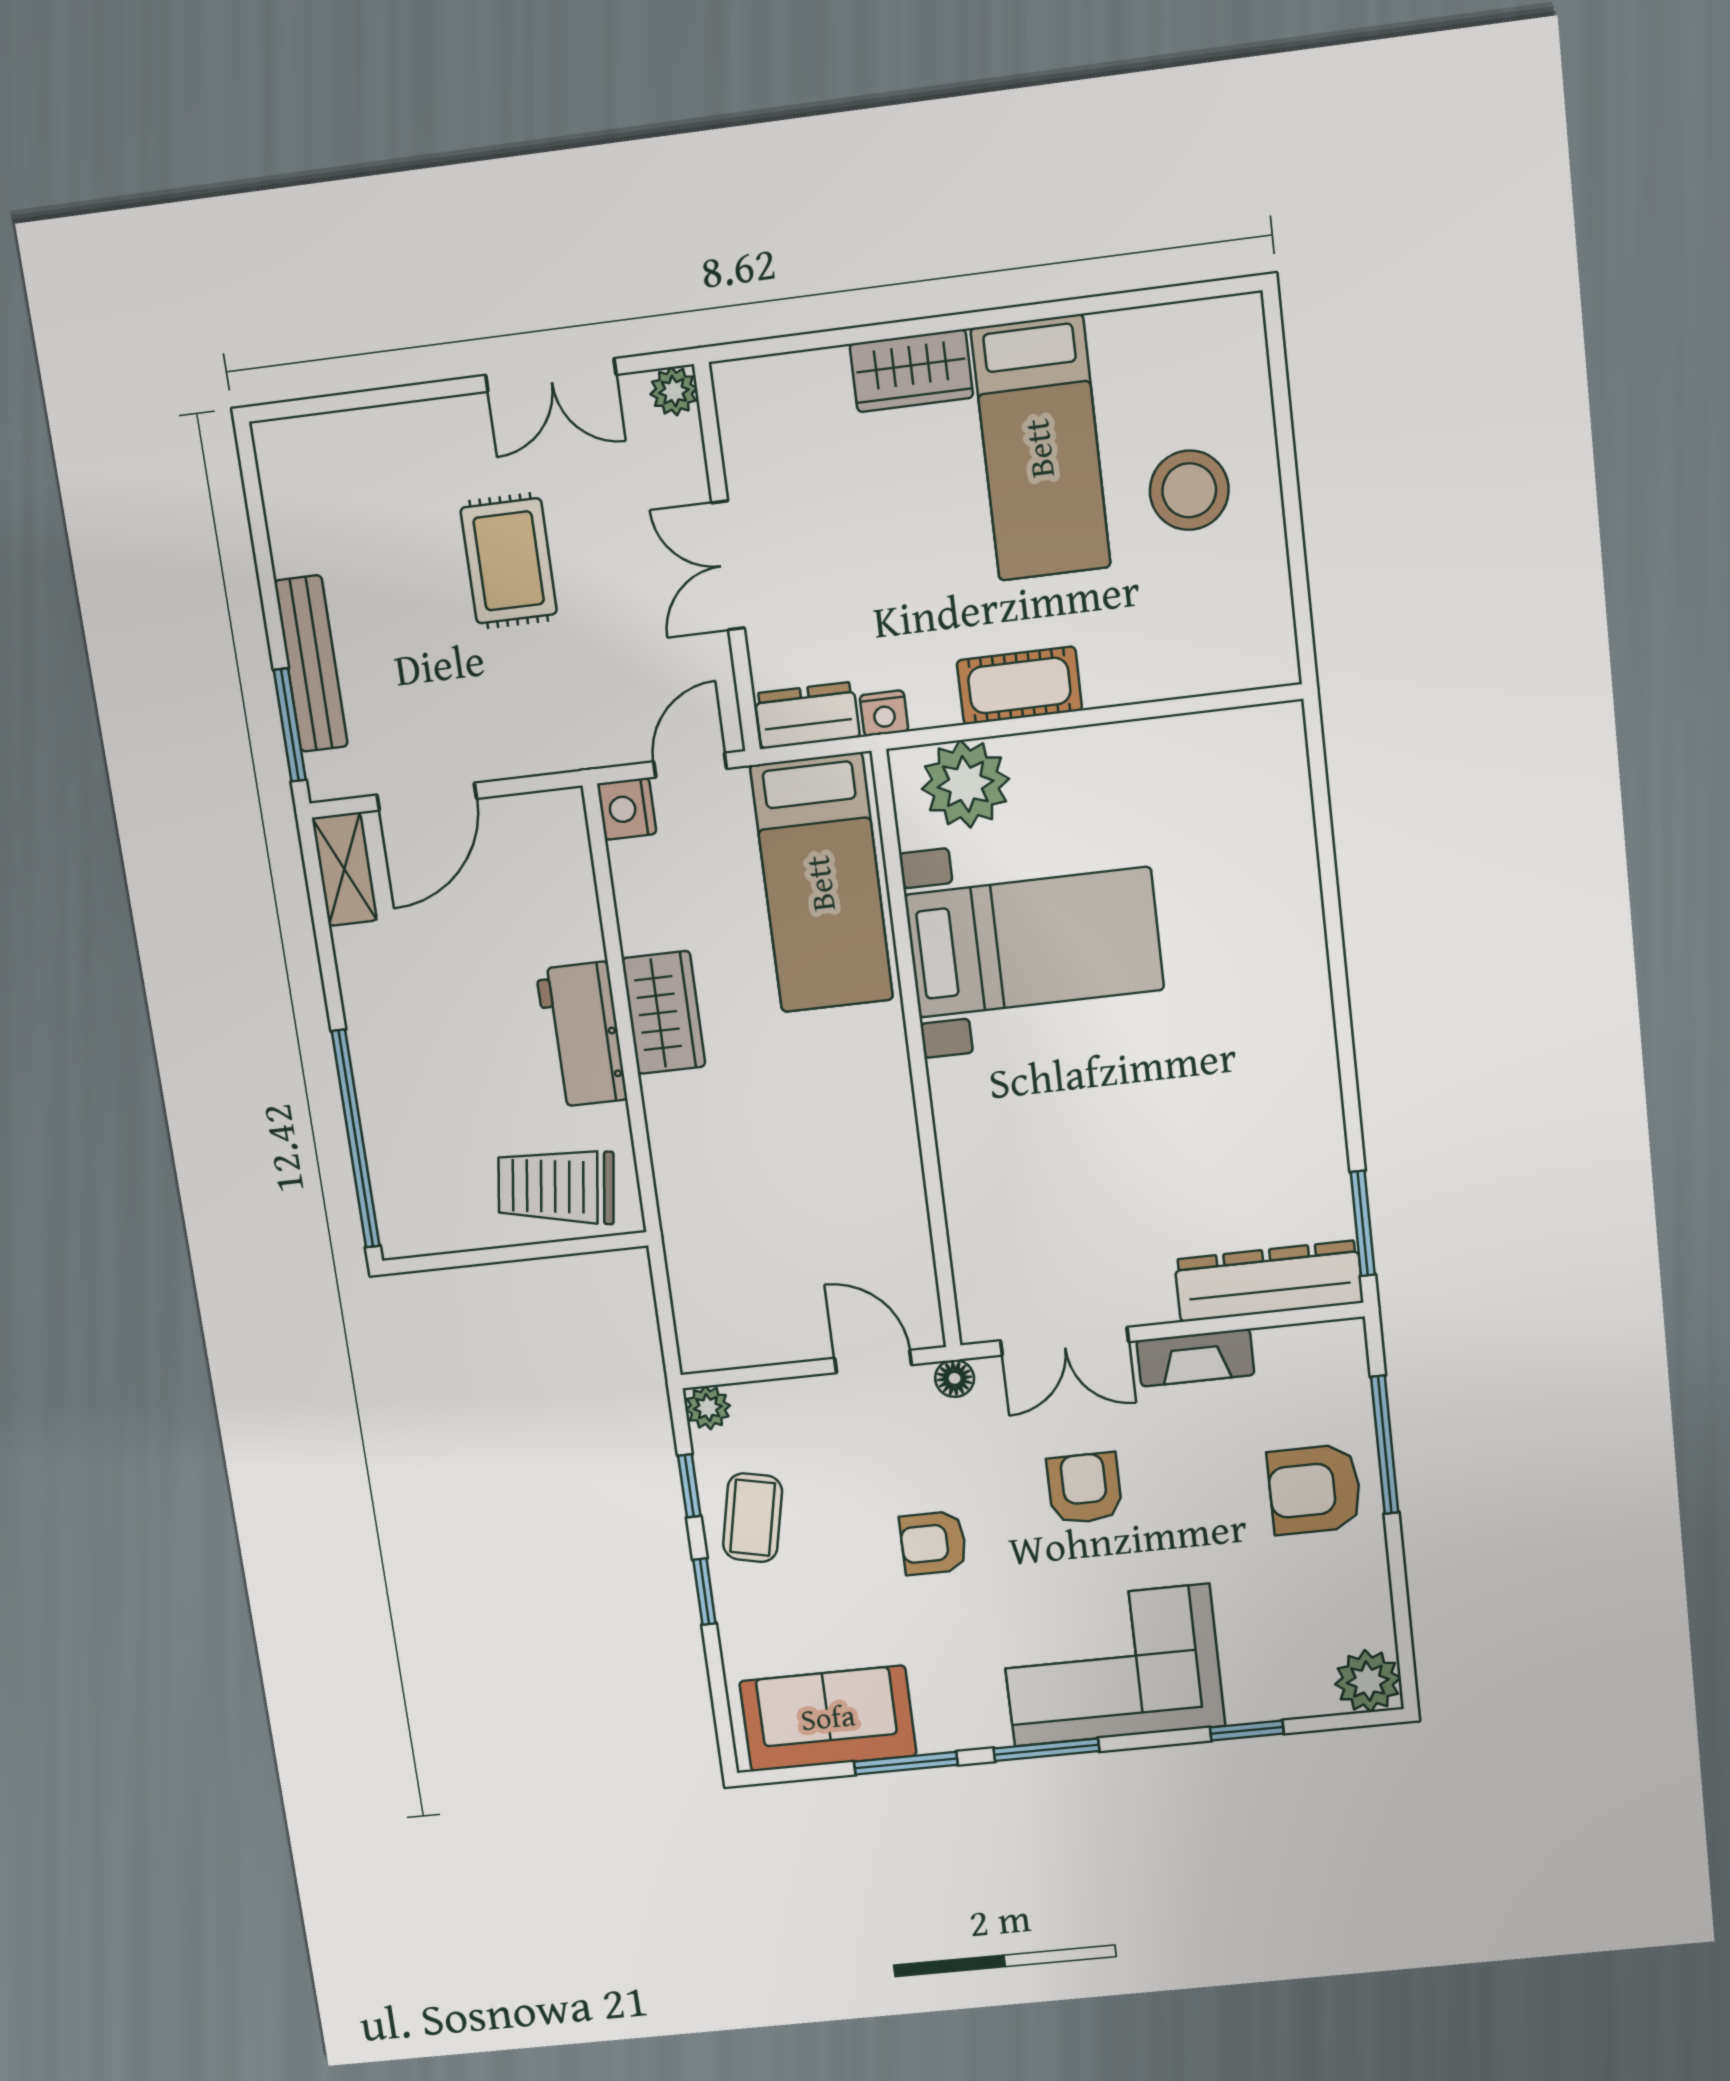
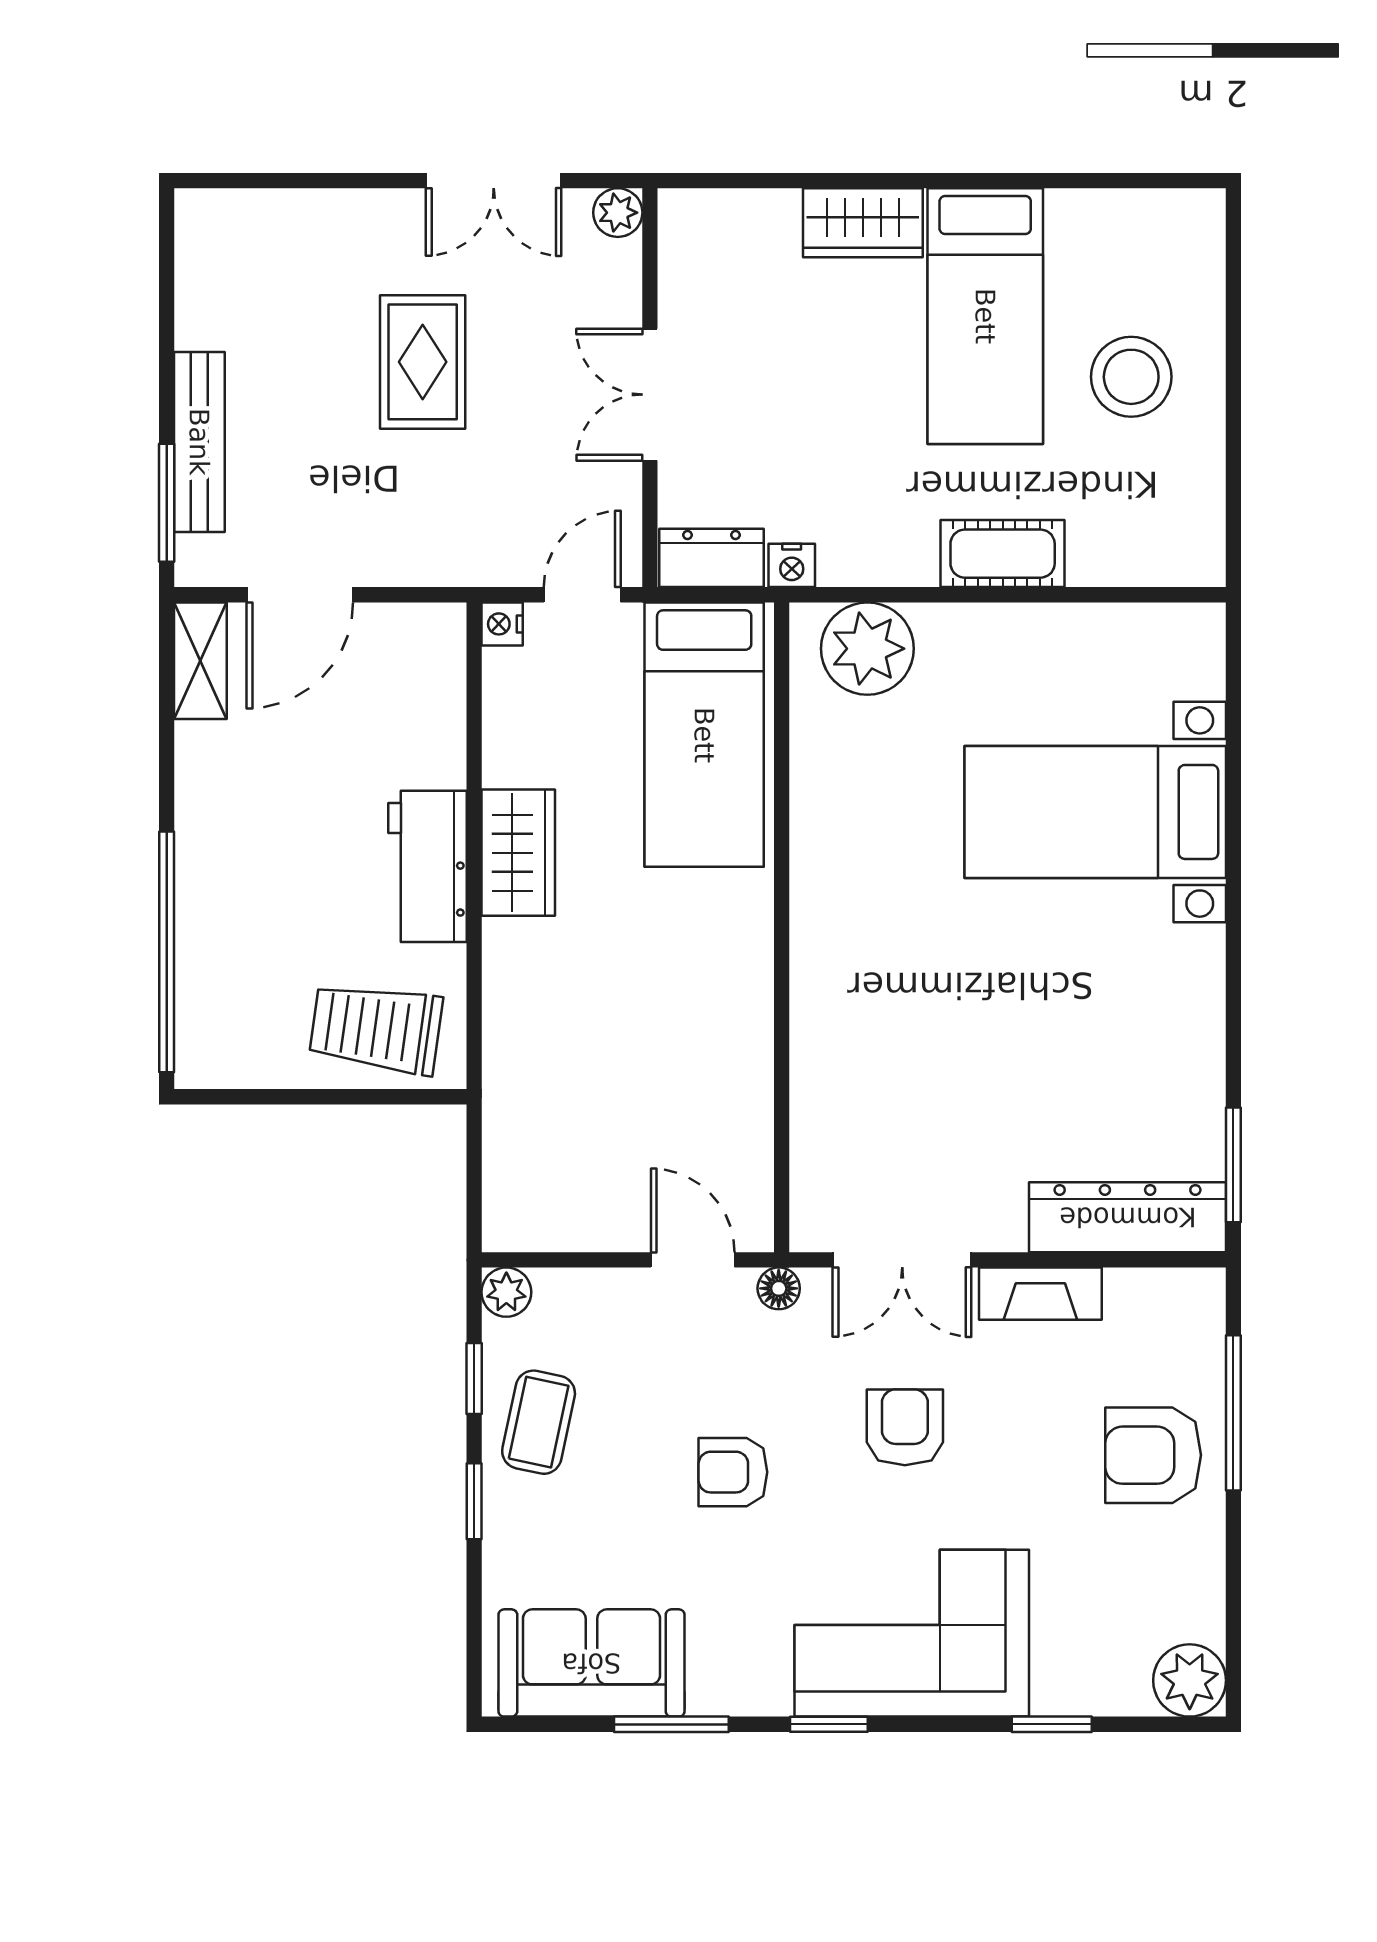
cot: (1019, 685) -> (1003, 554), moved
nightstand: (627, 809) -> (502, 624), width x0.72, depth x0.74
bed with nightstands: (1034, 942) -> (1095, 812), moved, turned 180
window: (1046, 1750) -> (829, 1724), width x0.67

